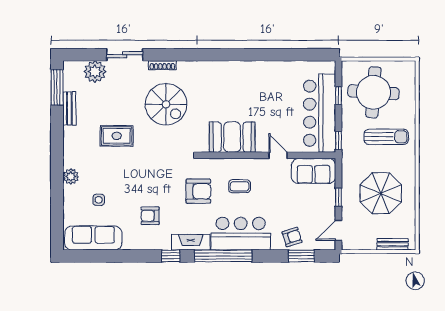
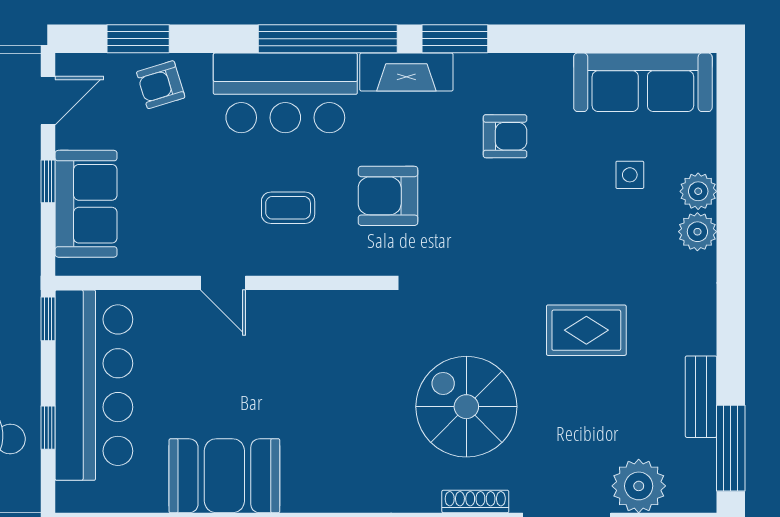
booth: (232, 137) -> (224, 476), moved
door: (278, 155) -> (223, 283), moved
sofa: (313, 171) -> (86, 204), moved, turned 90
plant: (70, 193) -> (698, 191), added
window: (171, 256) -> (455, 39), width x1.50

